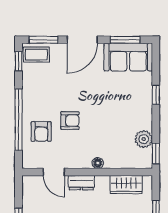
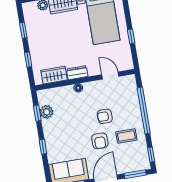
coffee table: (36, 55) -> (126, 136), moved
armchair: (41, 131) -> (100, 141), moved, turned 180
window: (156, 153) -> (37, 113), moved
dresser: (81, 183) -> (77, 73), moved

